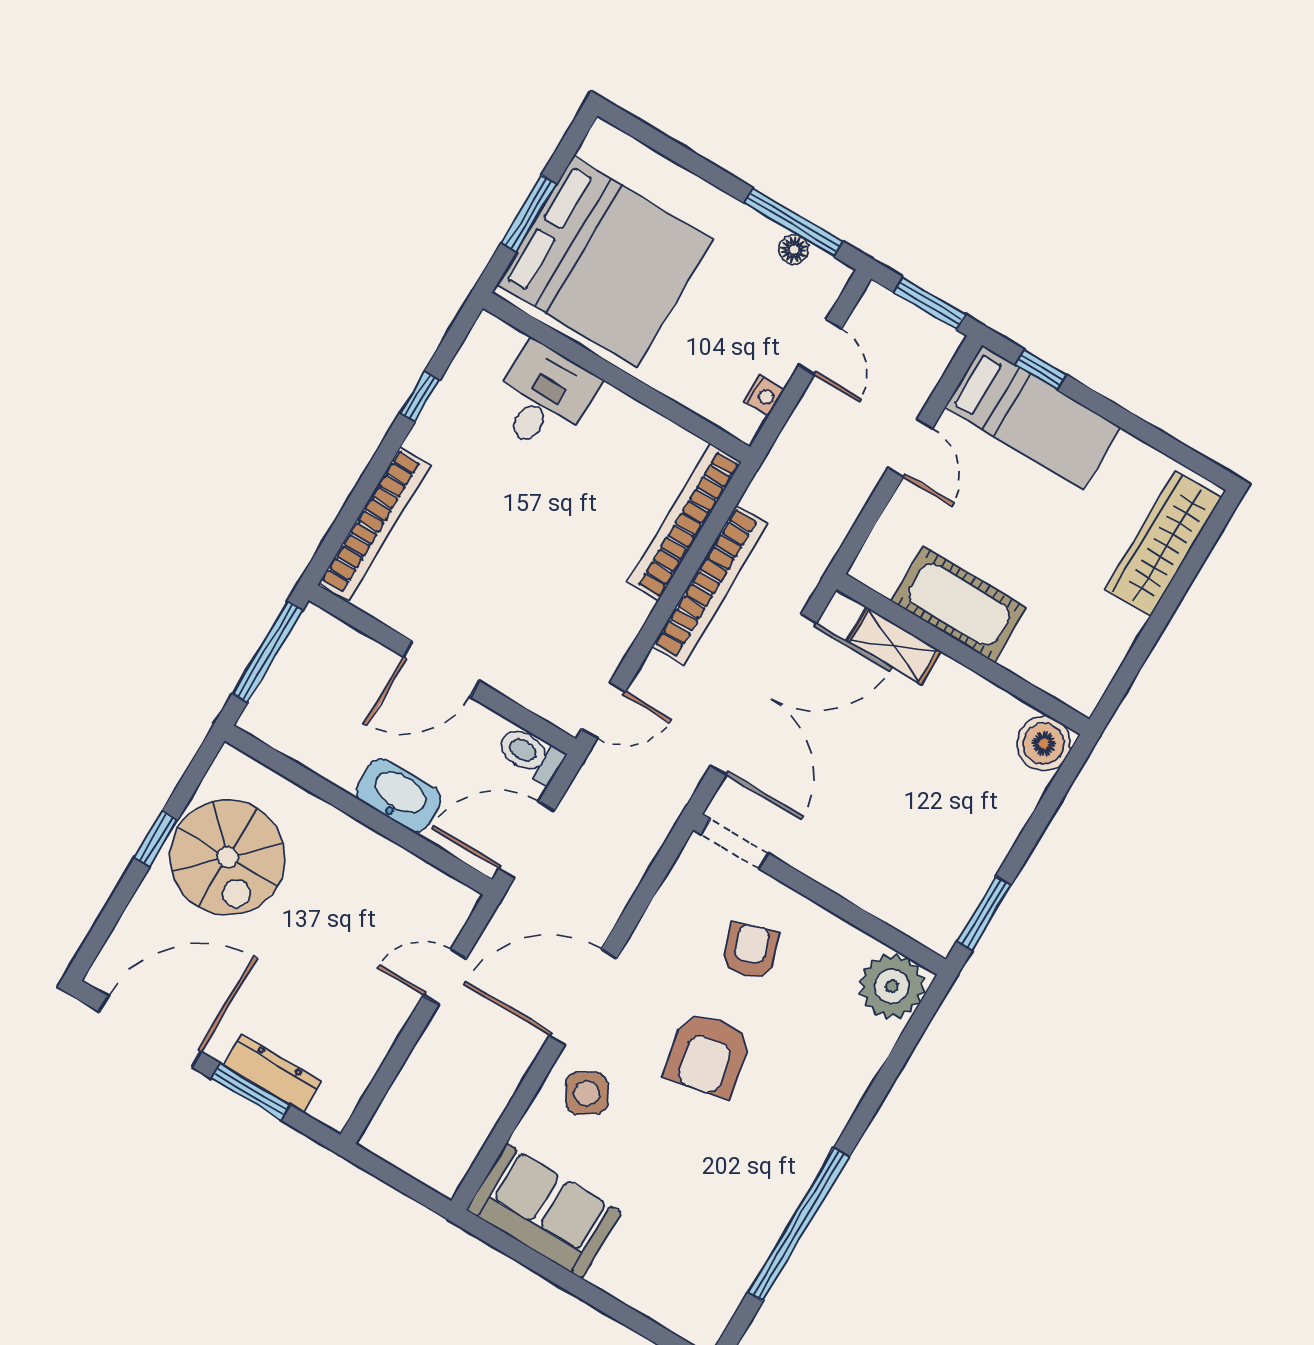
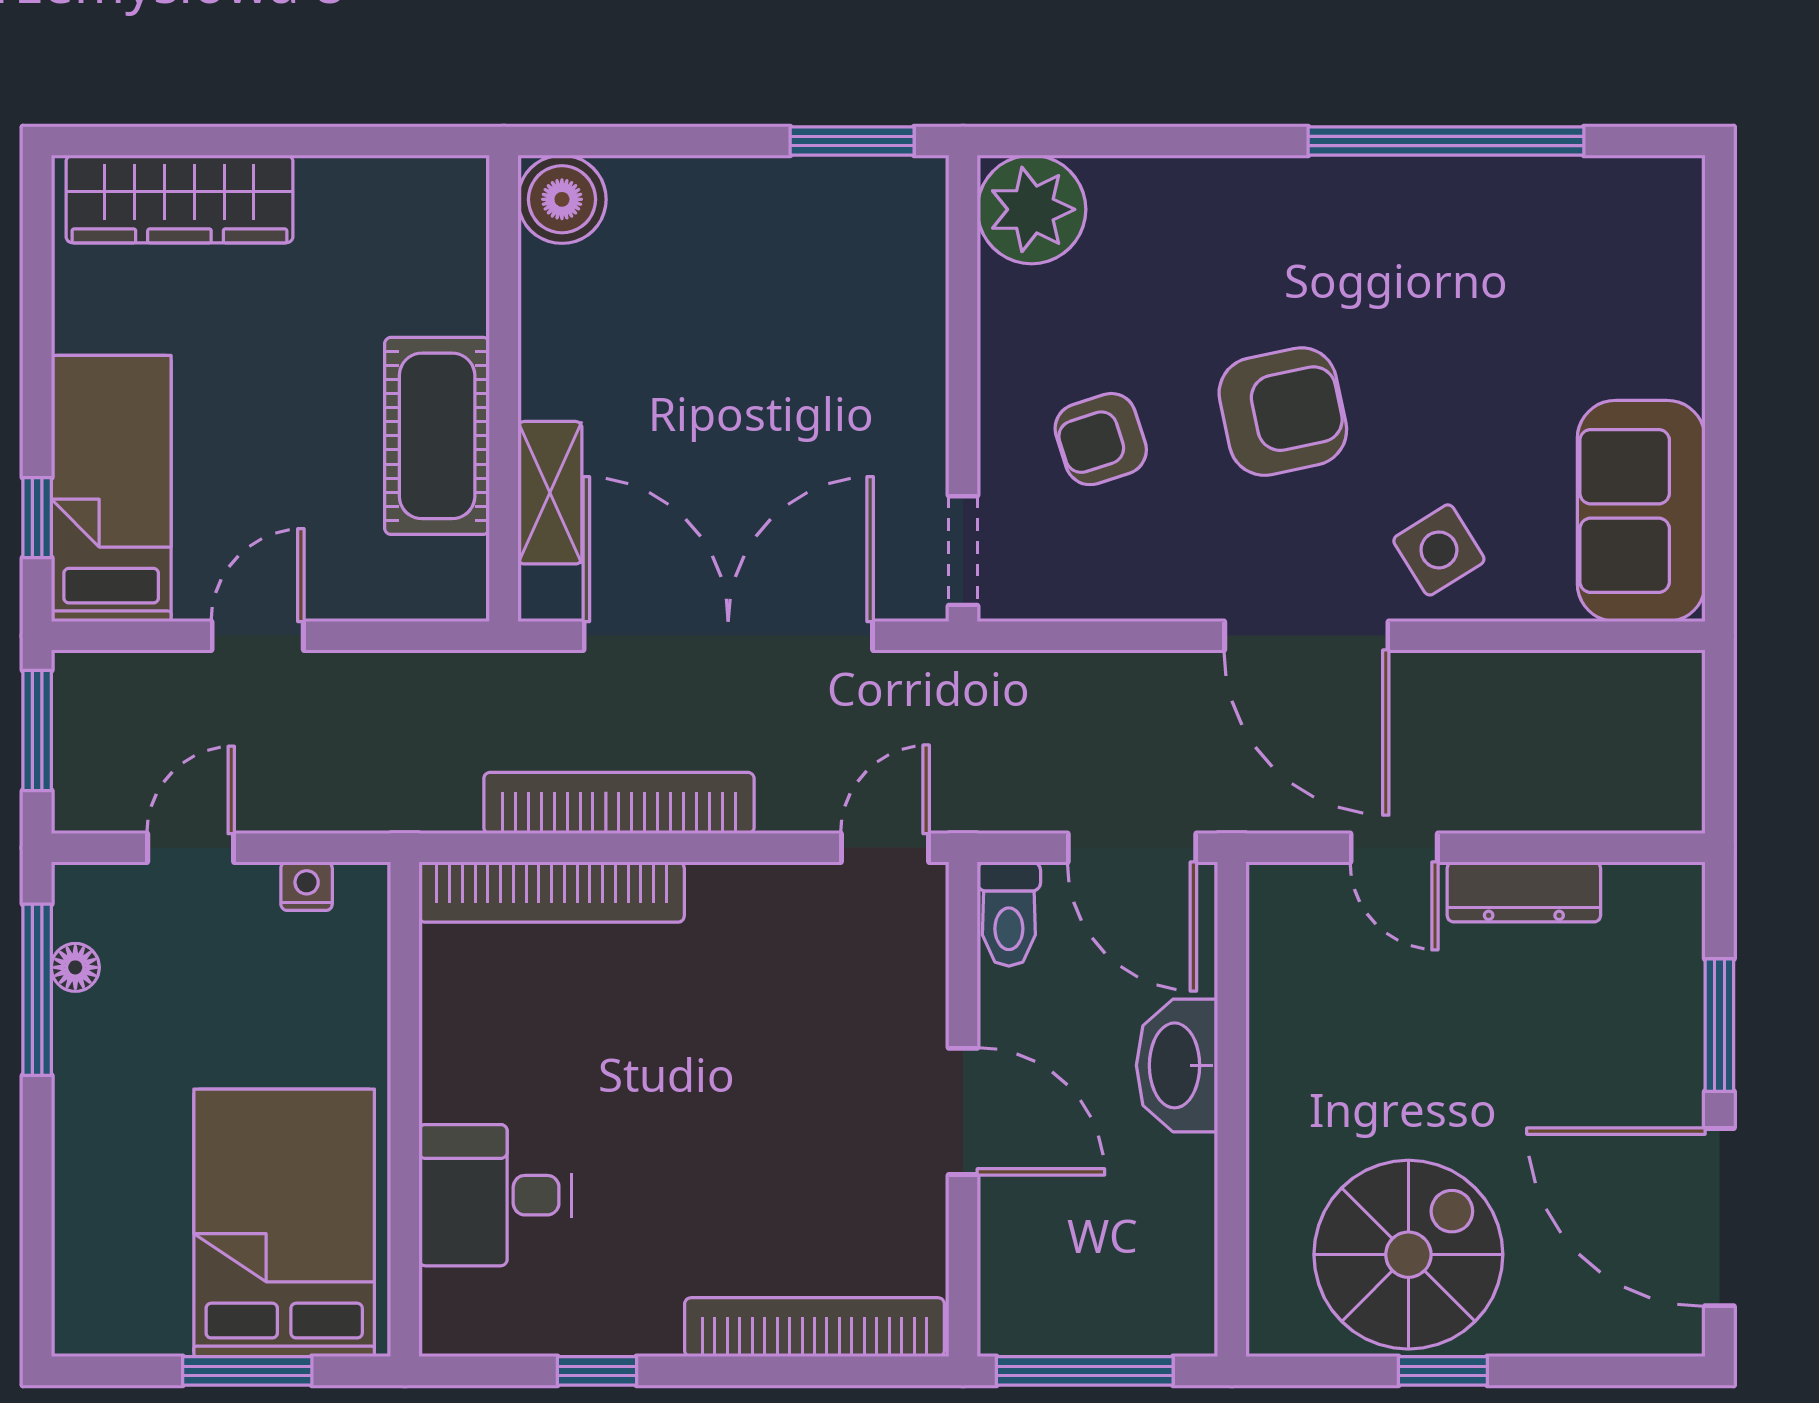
bed: (605, 262) -> (284, 1223), width x0.73
door: (604, 710) -> (885, 848), hinge flipped
dresser: (272, 1073) -> (1524, 892), moved, turned -90

